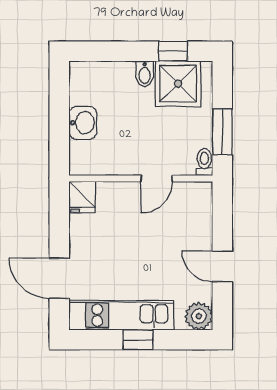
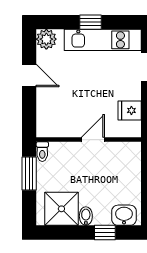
window: (173, 51) -> (105, 232), moved
washbasin: (83, 123) -> (124, 215), moved, turned 90
door: (157, 179) -> (93, 140), moved
fridge: (82, 197) -> (130, 110), moved, turned -90

